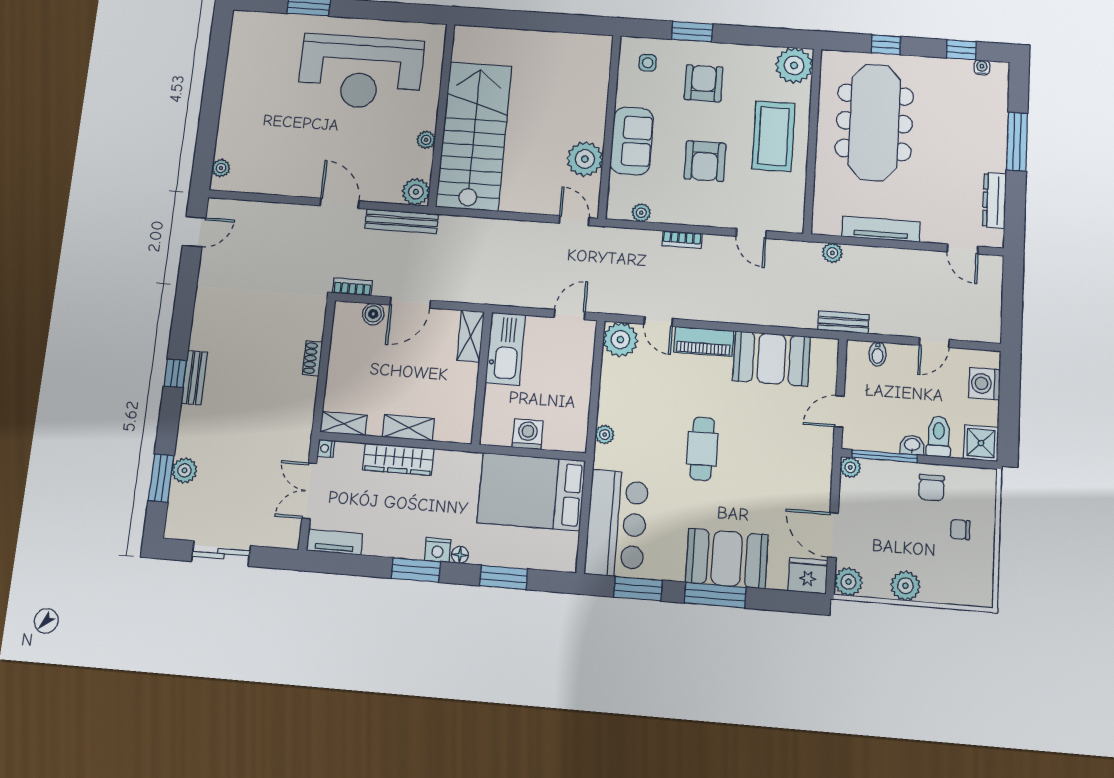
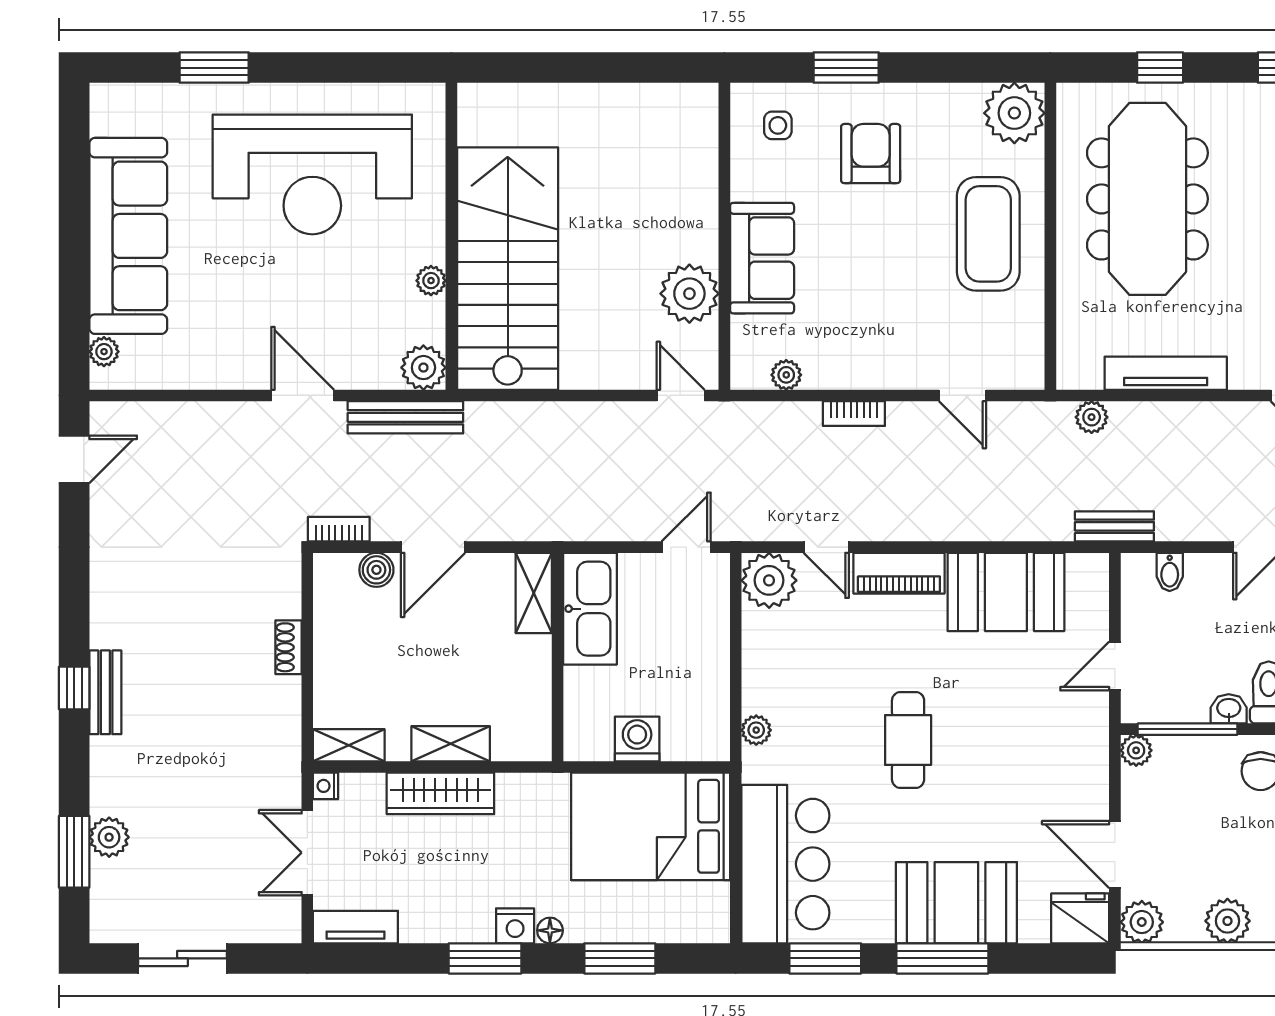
sofa: (245, 100) -> (128, 236), added
armchair: (705, 161) -> (882, 283), removed

